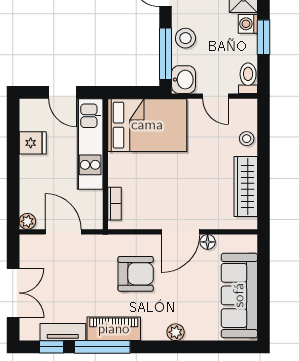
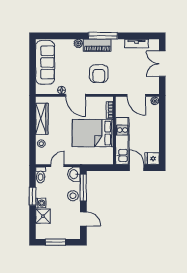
door: (215, 96) -> (57, 166), hinge flipped
bed: (147, 125) -> (93, 133), moved
fridge: (33, 143) -> (152, 159), moved
door: (181, 232) -> (76, 95), swing flipped
armchair: (136, 274) -> (99, 74), turned -90
piano: (114, 329) -> (97, 45), moved
window: (51, 347) -> (142, 36), removed
window: (102, 347) -> (103, 36), moved

